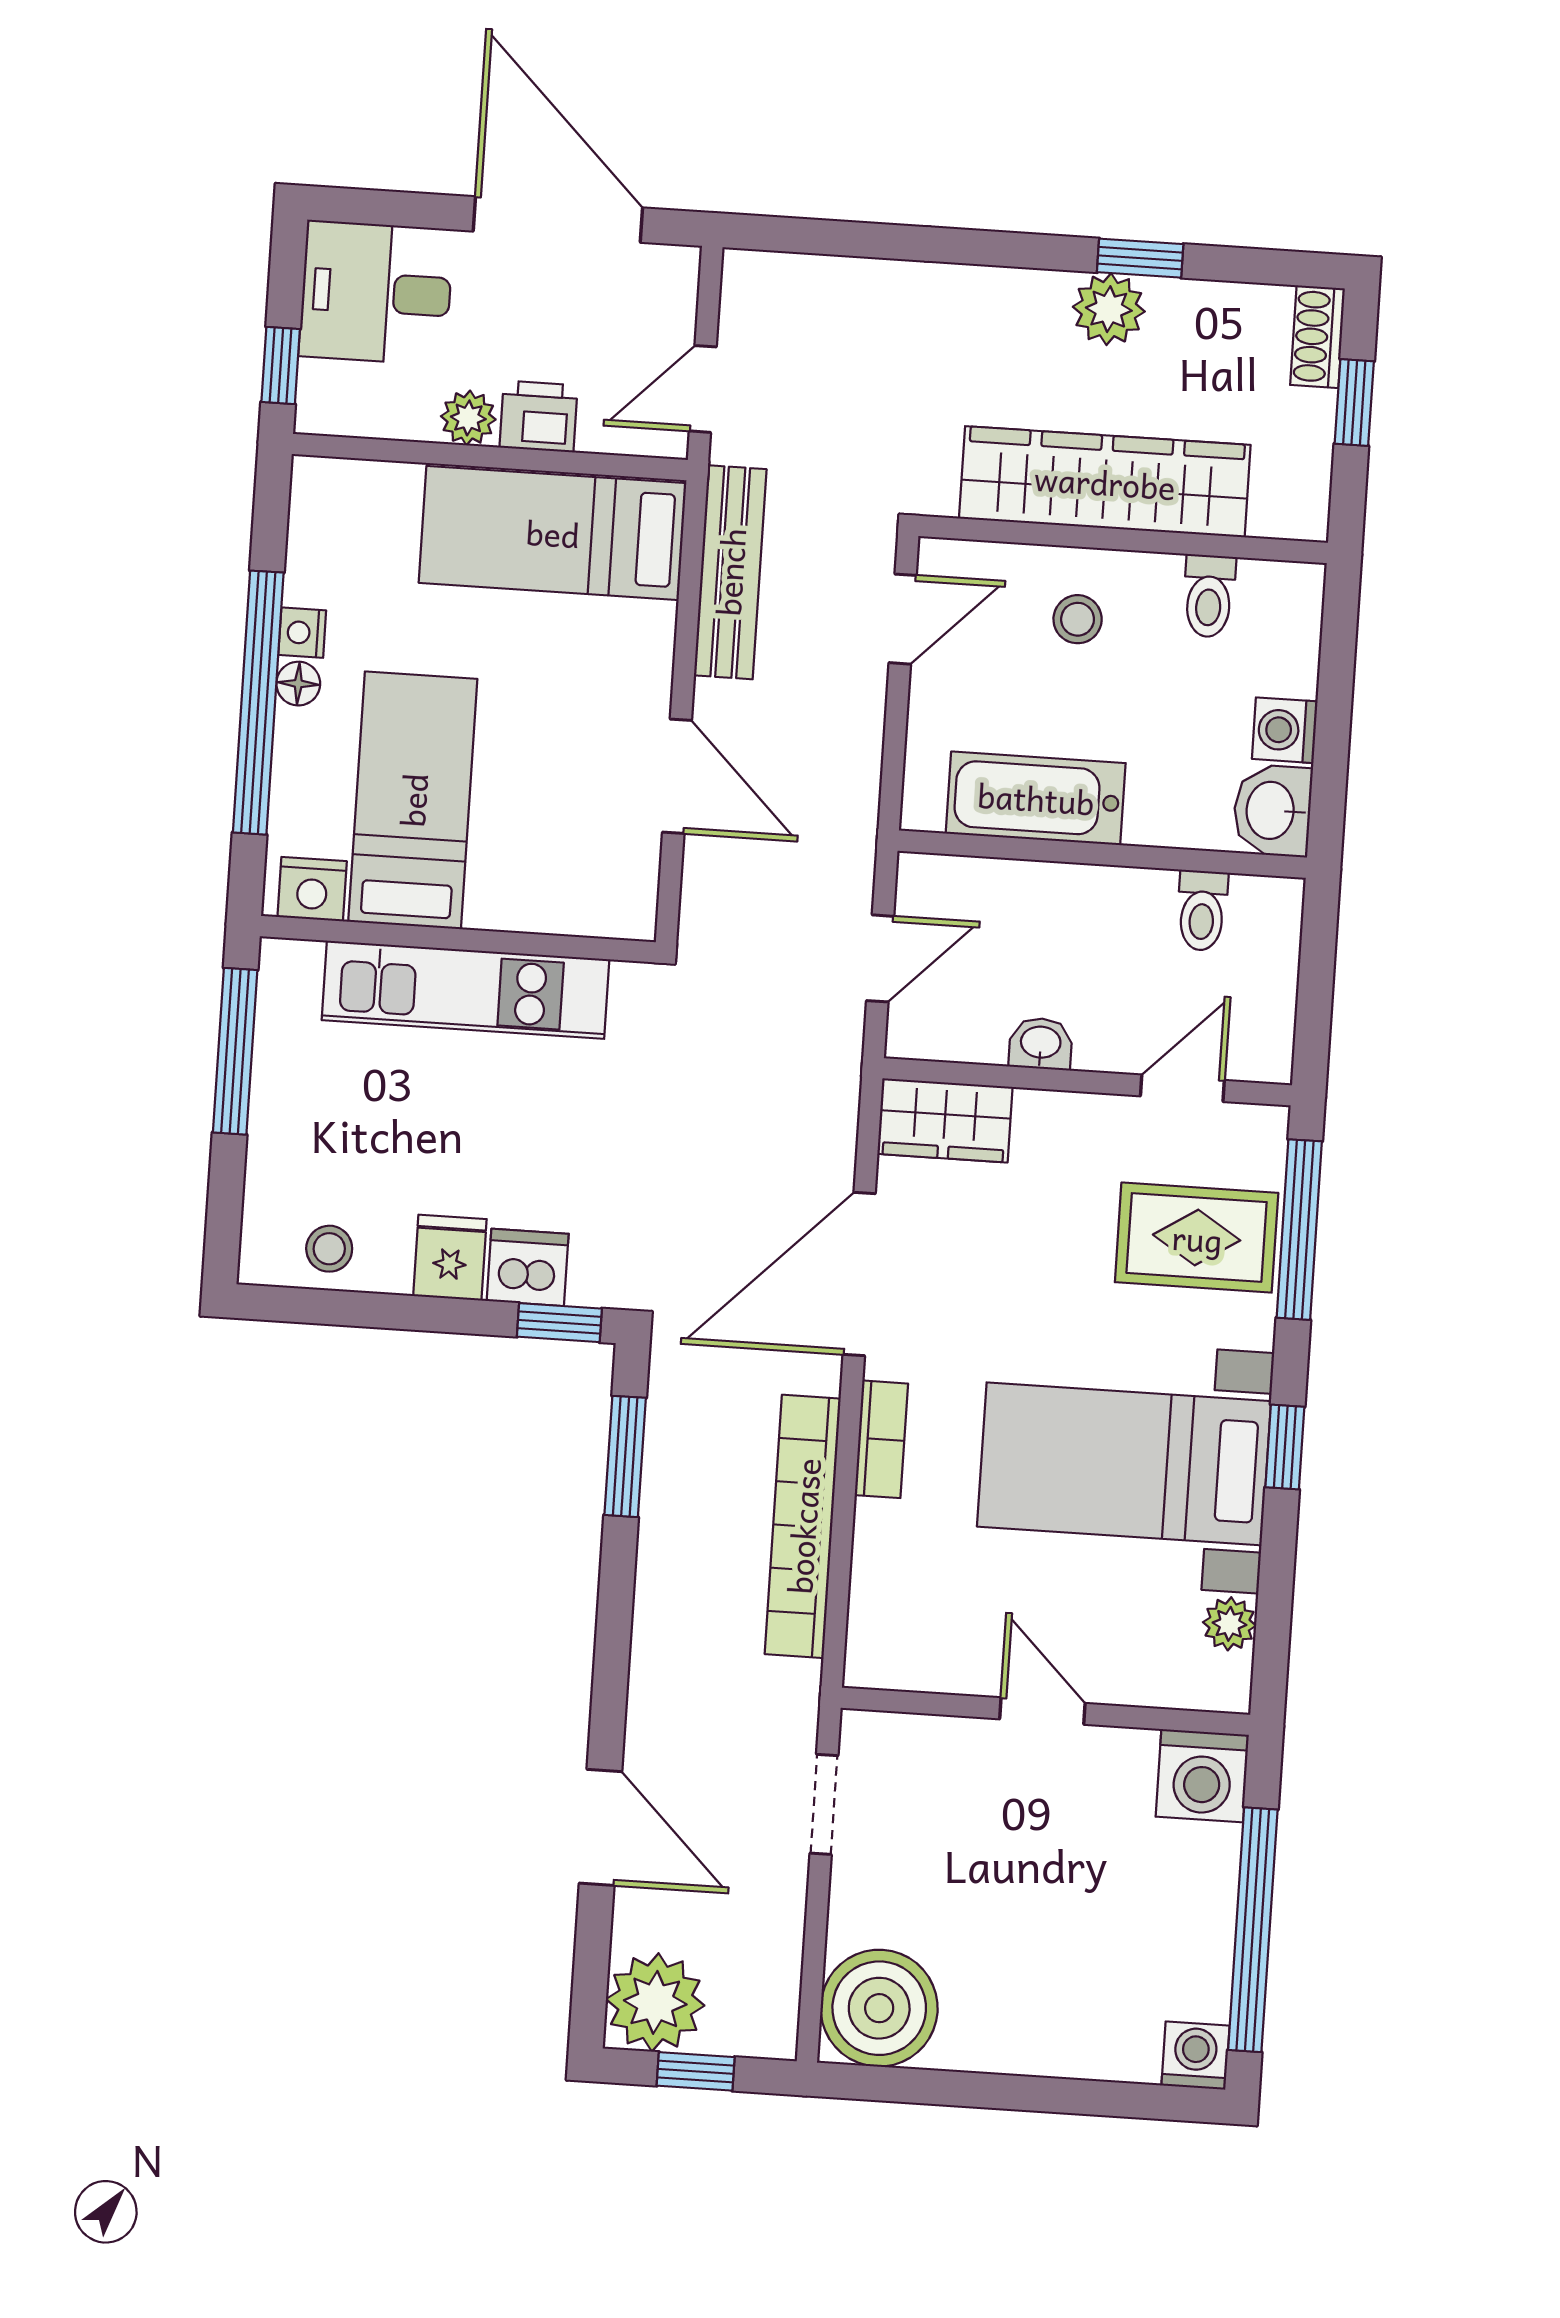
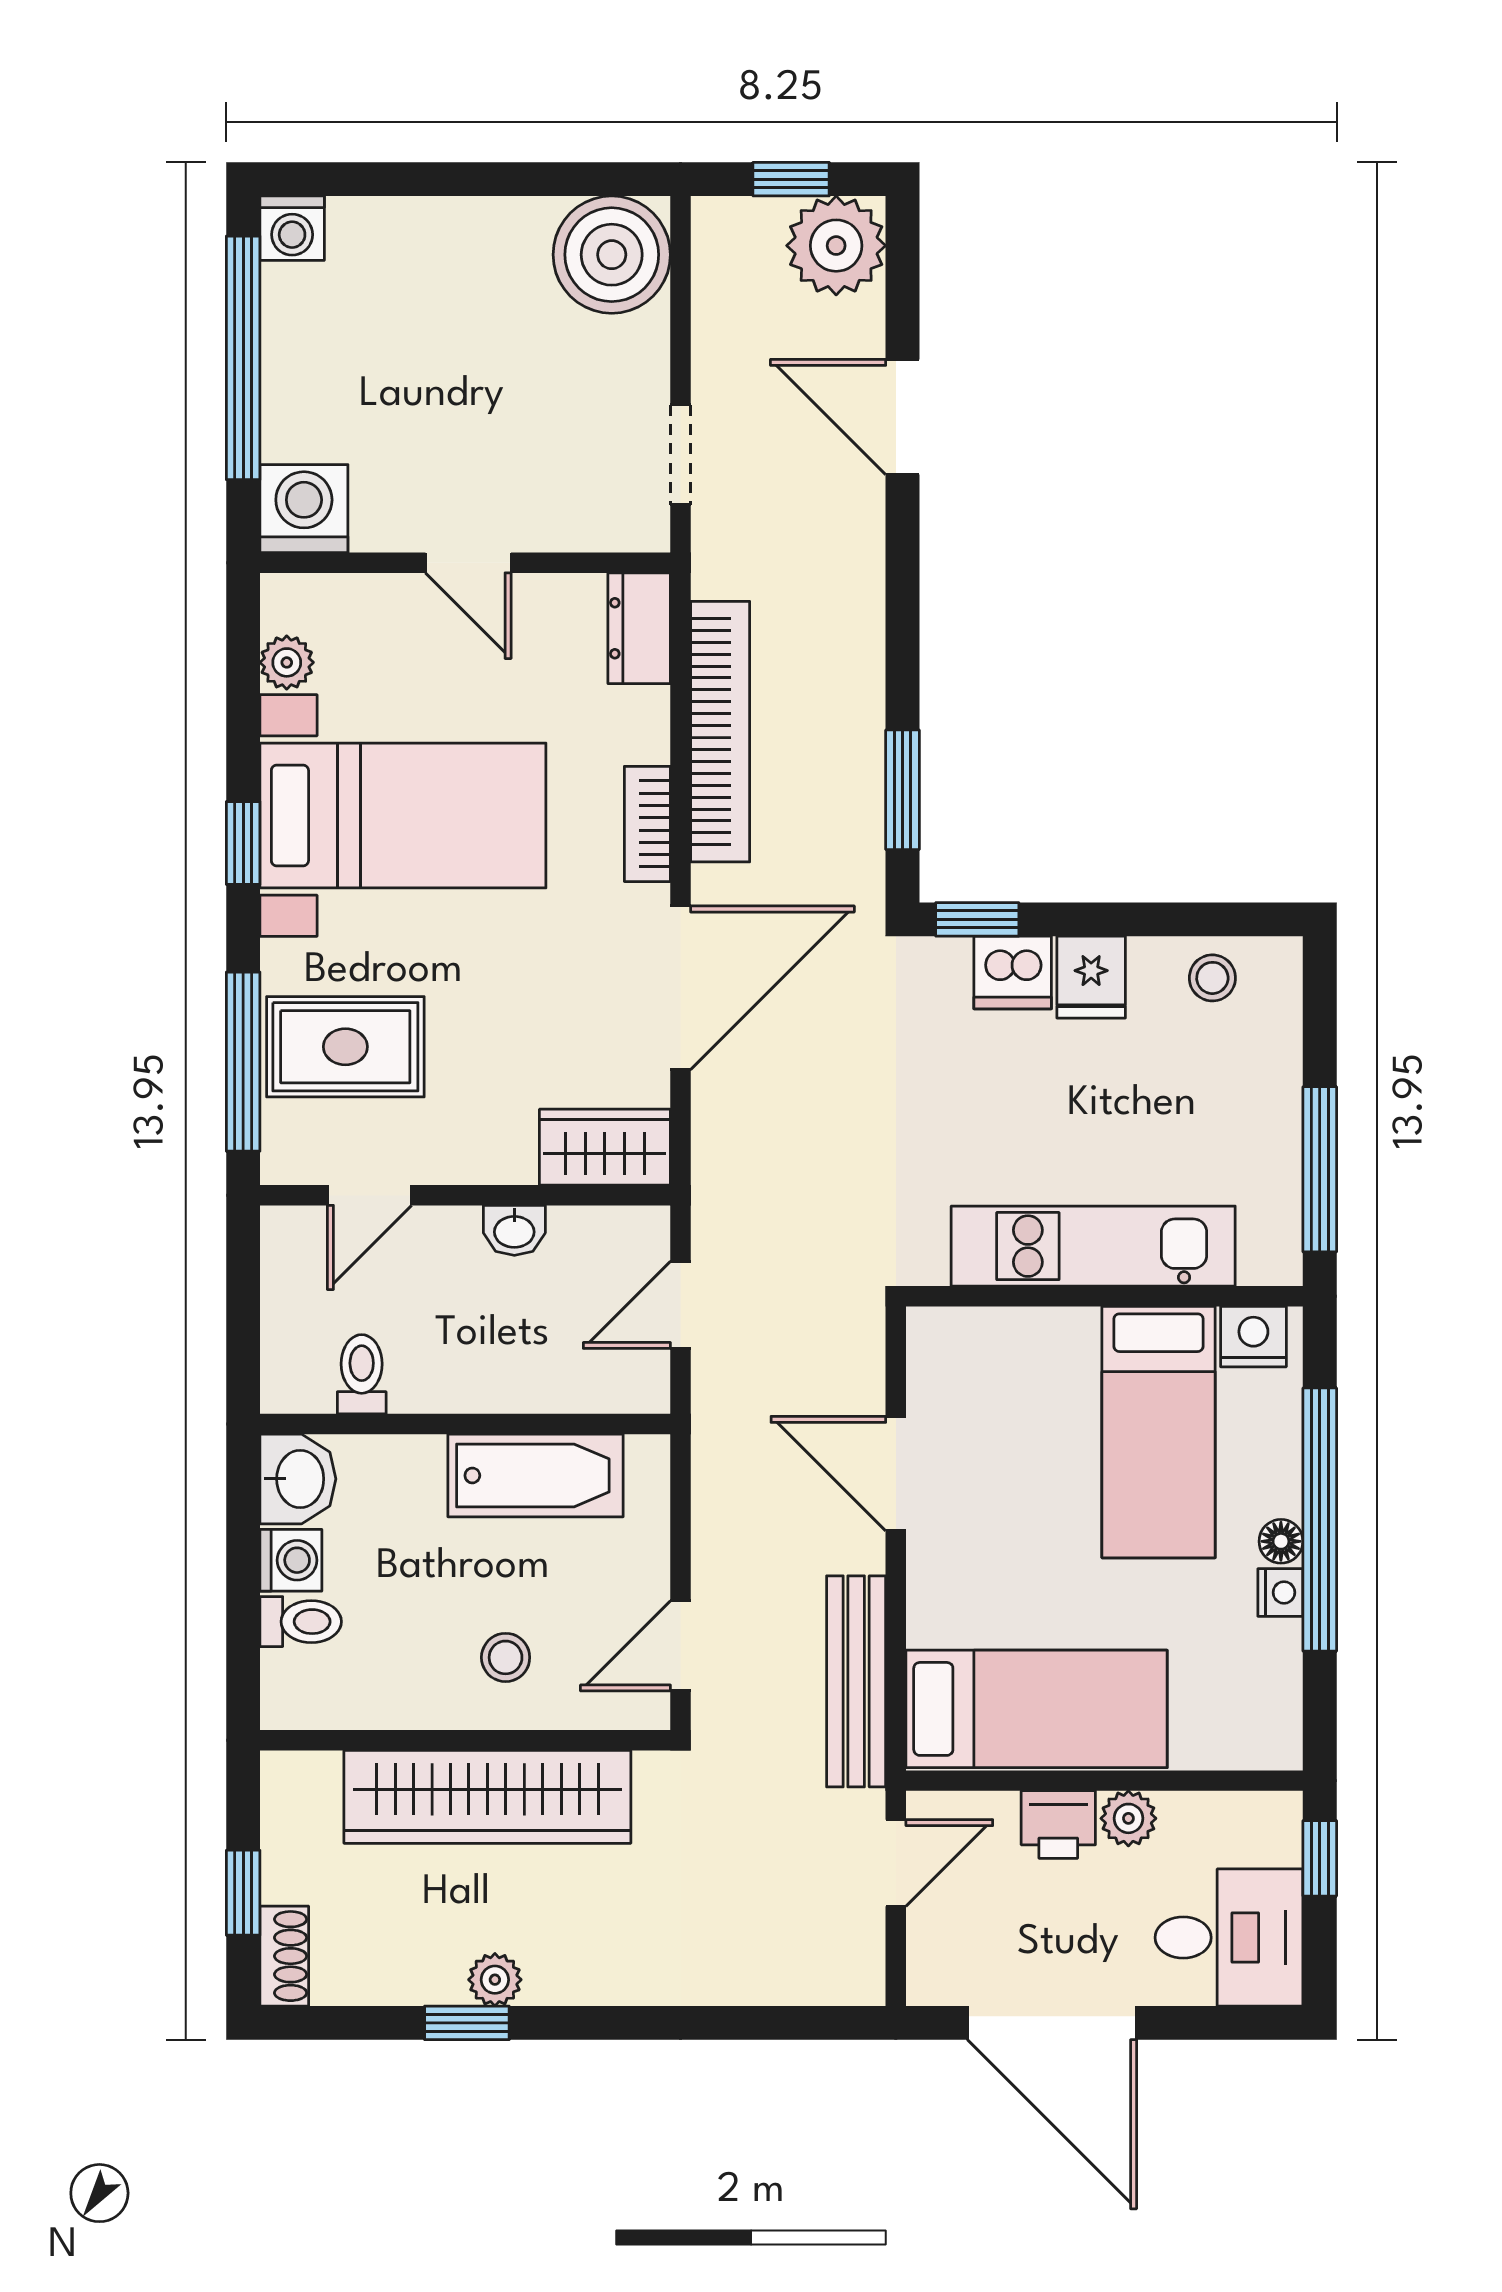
plant: (1109, 309) -> (495, 1980), width x0.73, depth x0.73
toilet: (1209, 596) -> (301, 1622), moved, turned 90
dresser: (877, 1635) -> (639, 628), added

